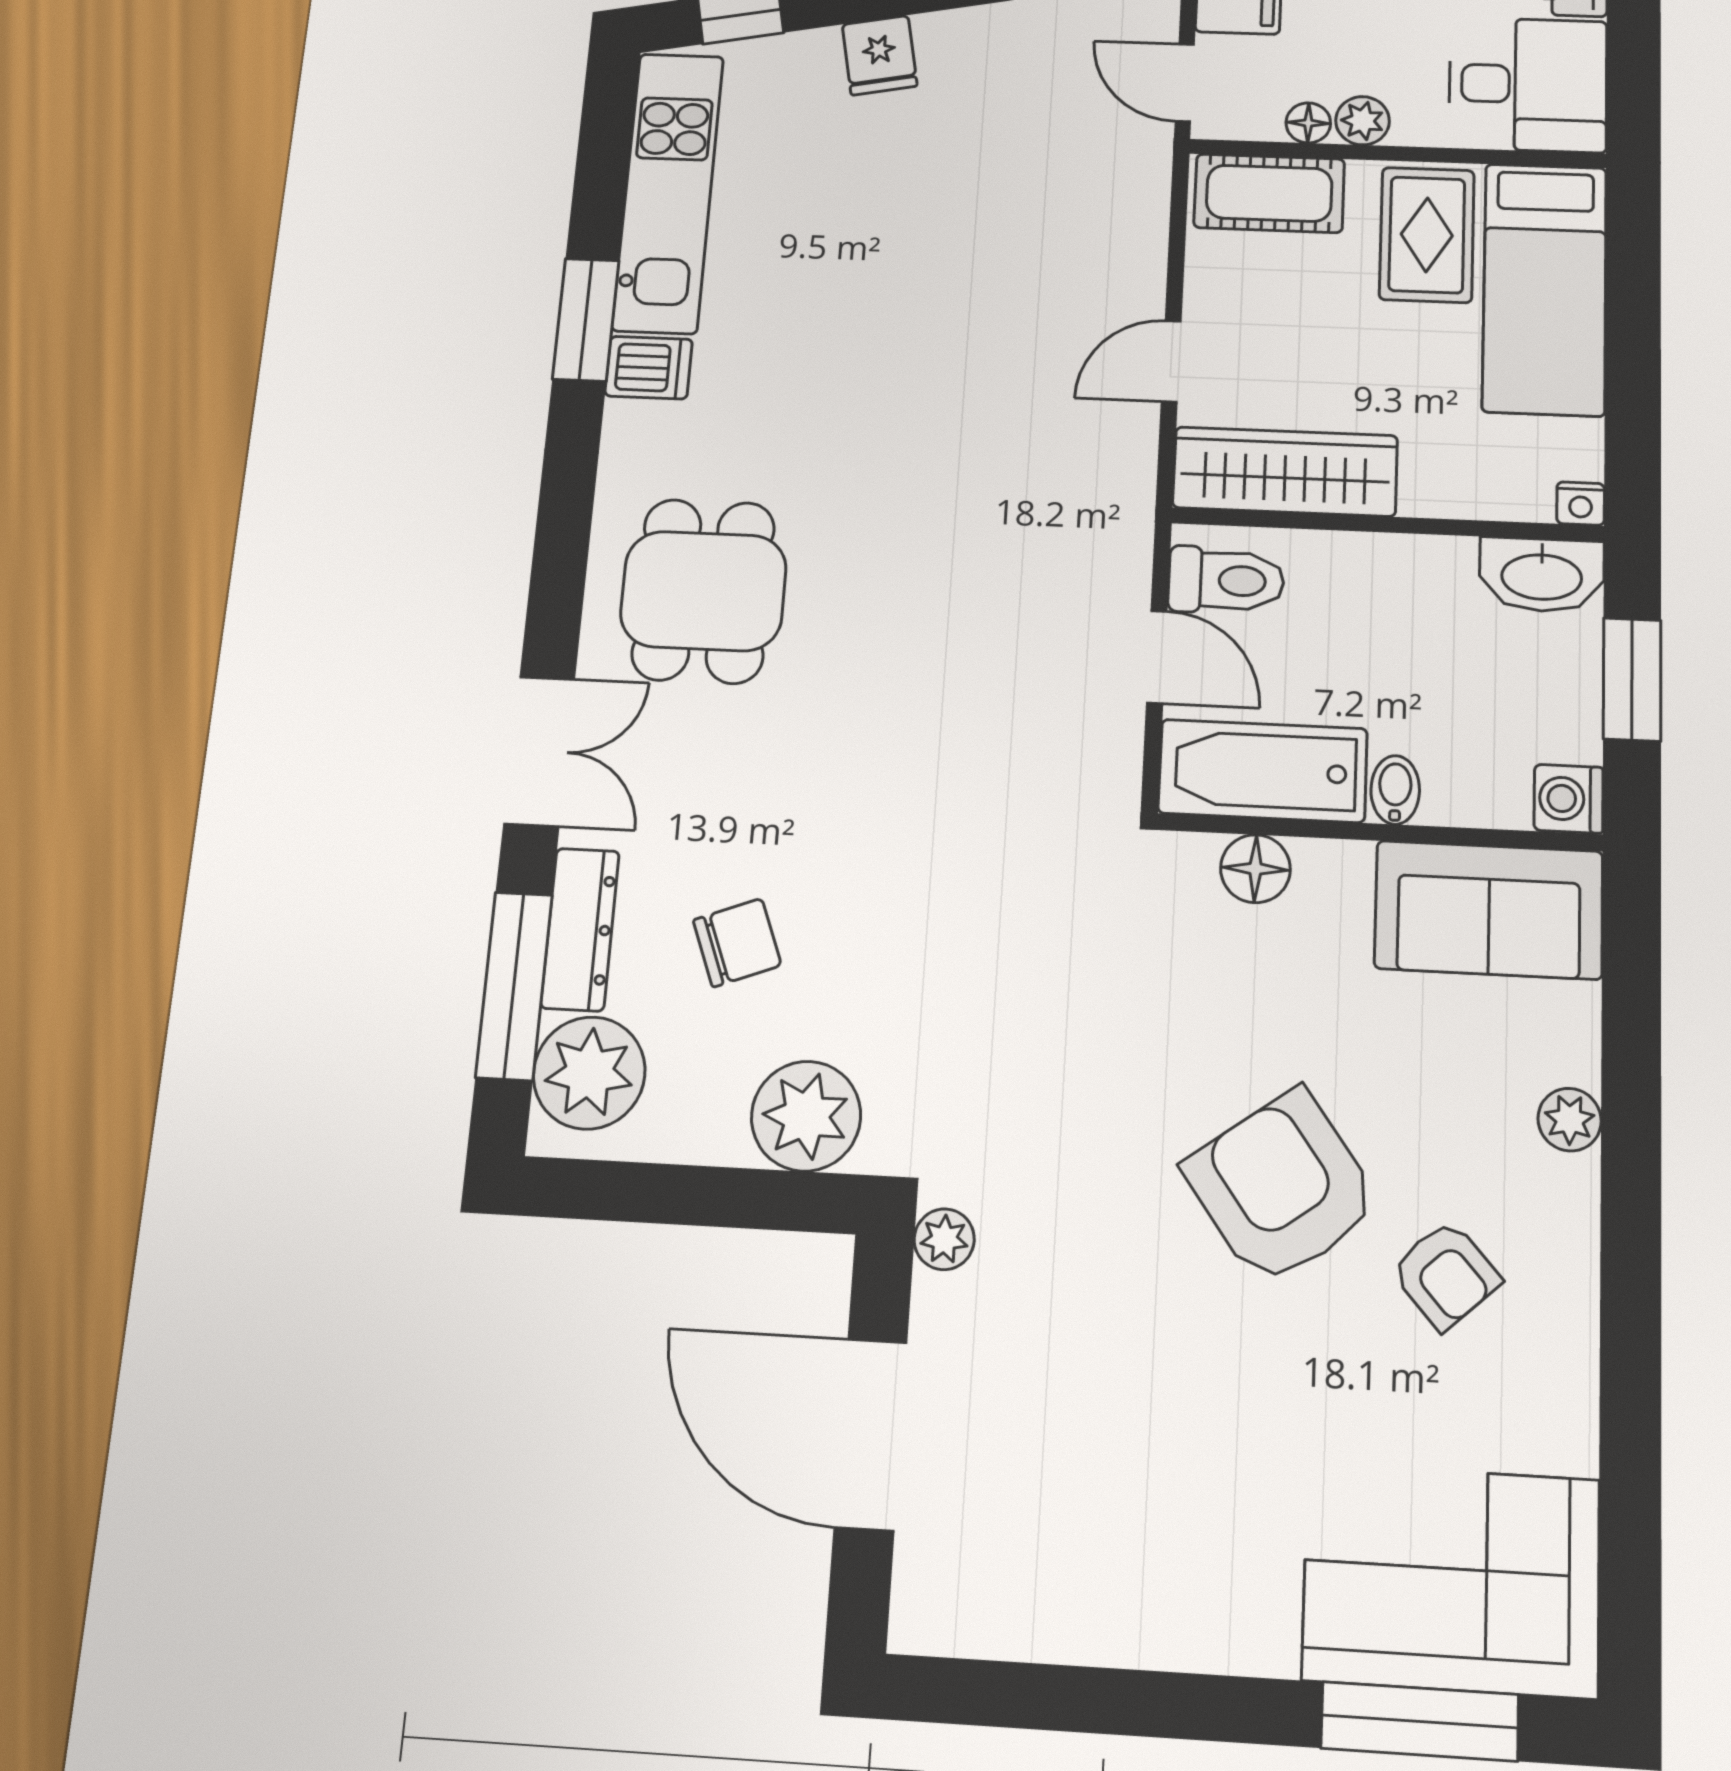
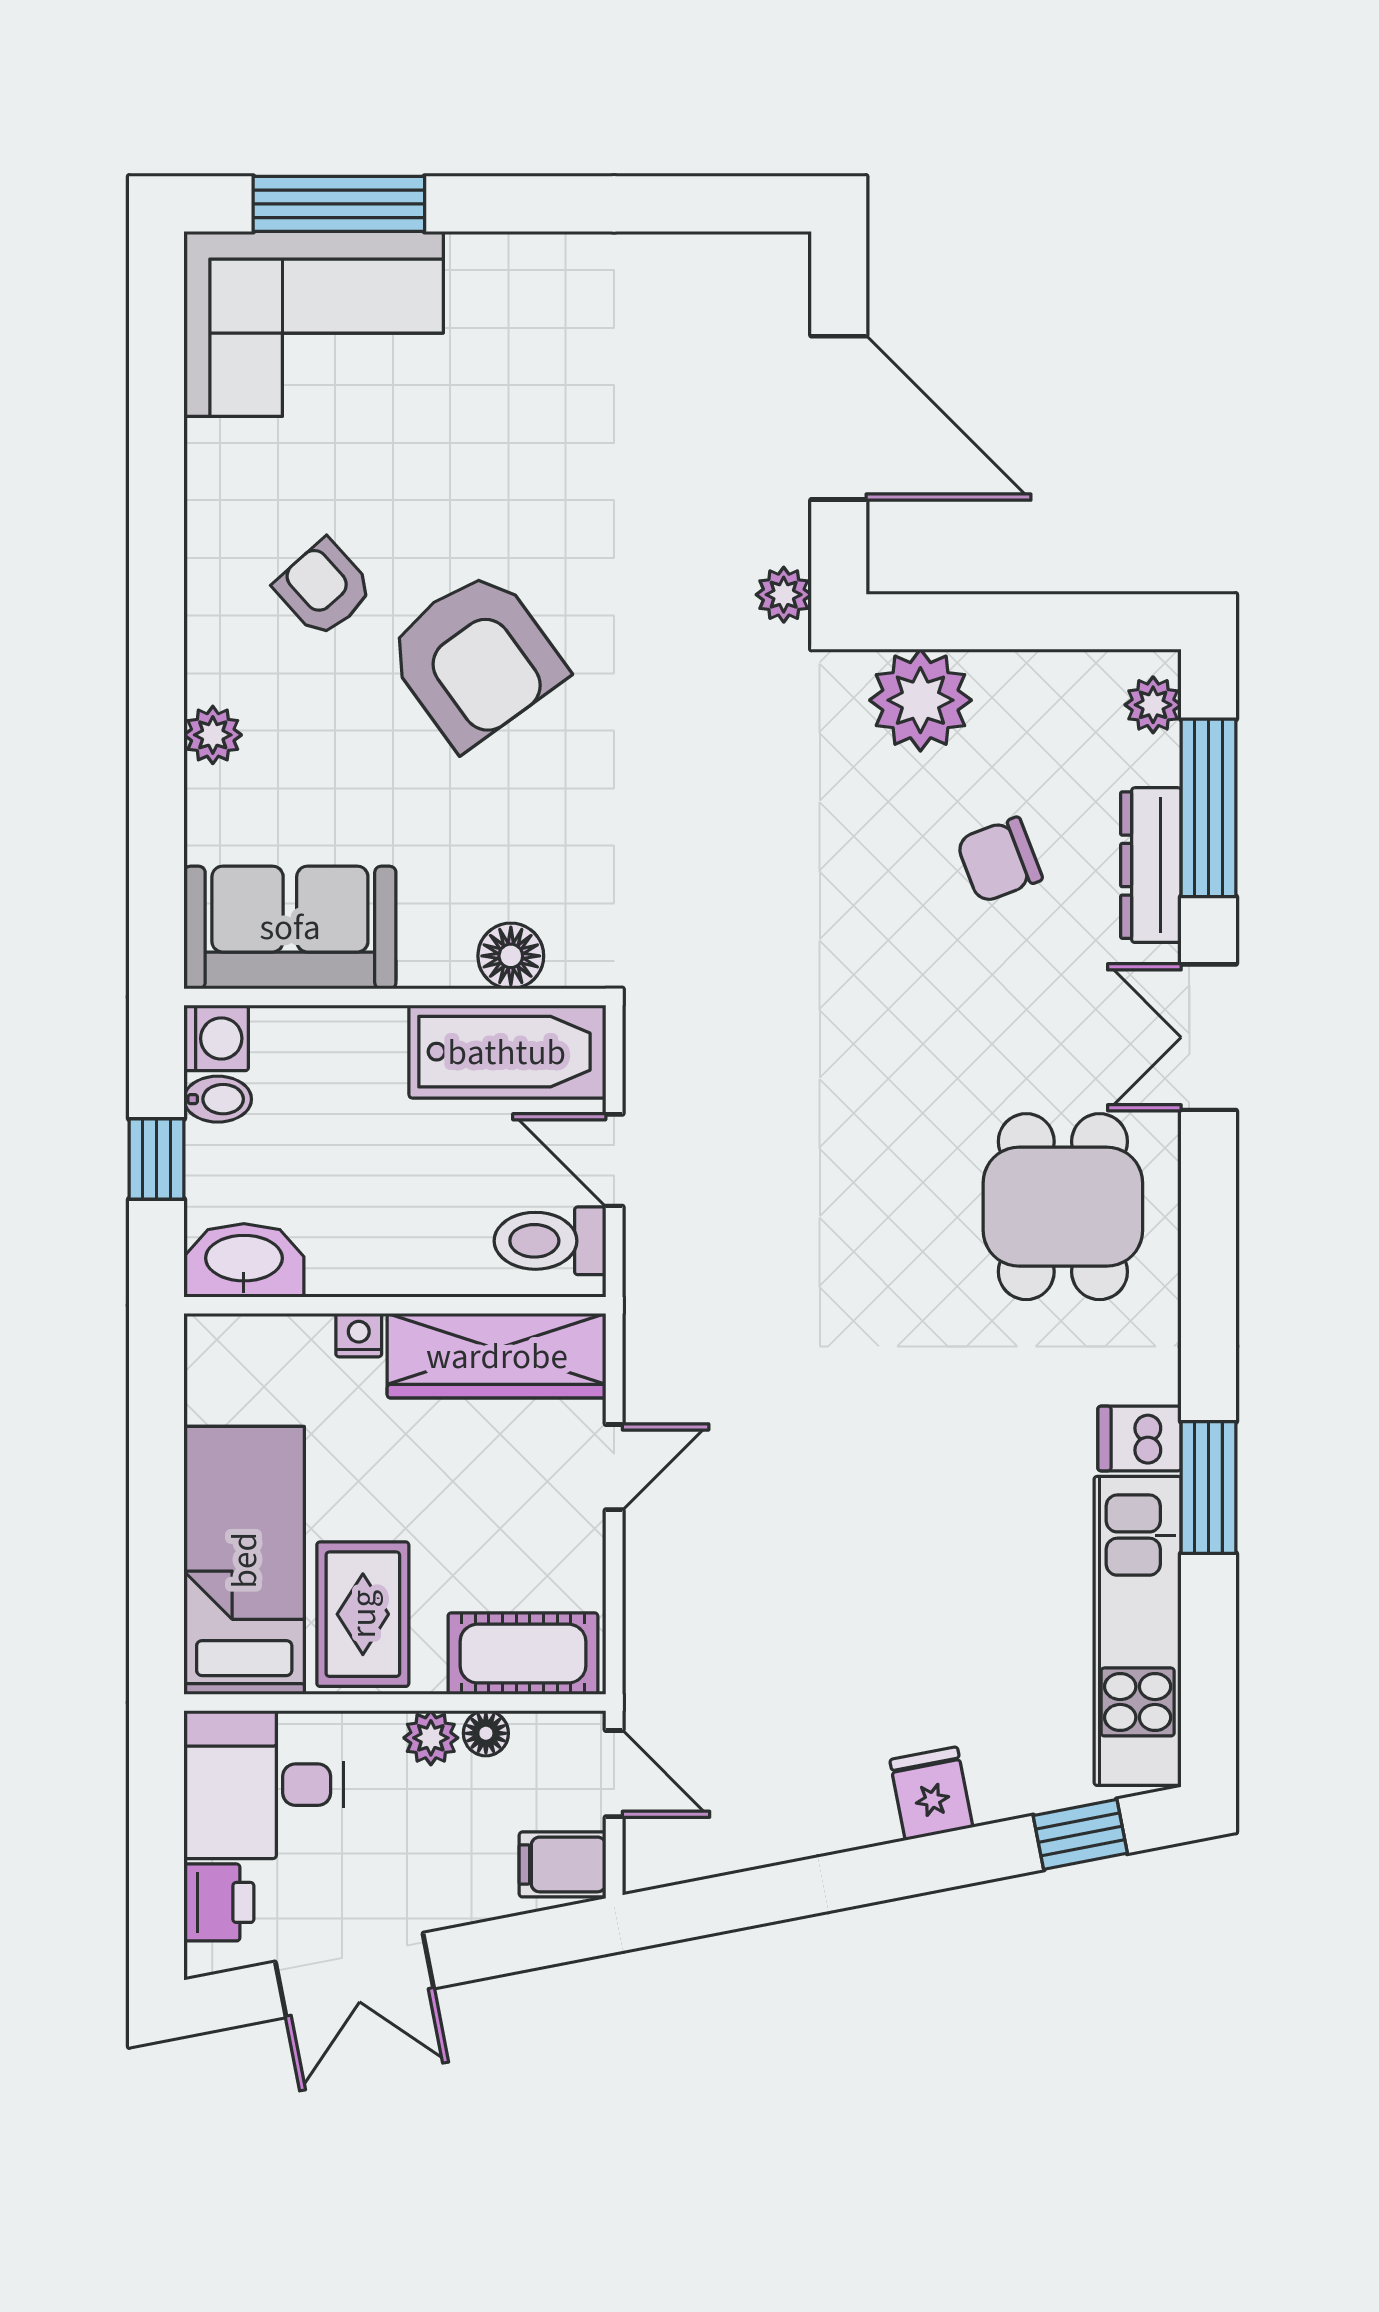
nightstand: (1581, 504) -> (359, 1335), moved
window: (1632, 679) -> (157, 1159), width x0.67
bidet: (1395, 790) -> (218, 1099), moved, turned -90
plant: (589, 1073) -> (1153, 705), width x0.53, depth x0.53

